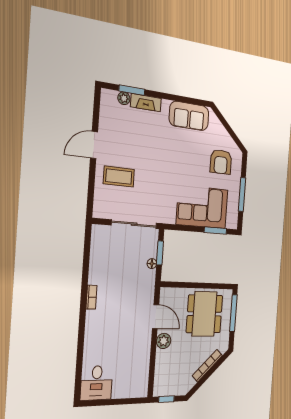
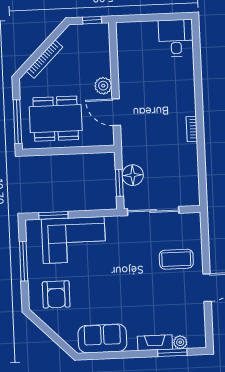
armchair: (221, 162) -> (56, 294), turned 180
floor lamp: (152, 264) -> (133, 175), width x1.89, depth x1.89
dining table: (204, 314) -> (56, 119), turned 90

